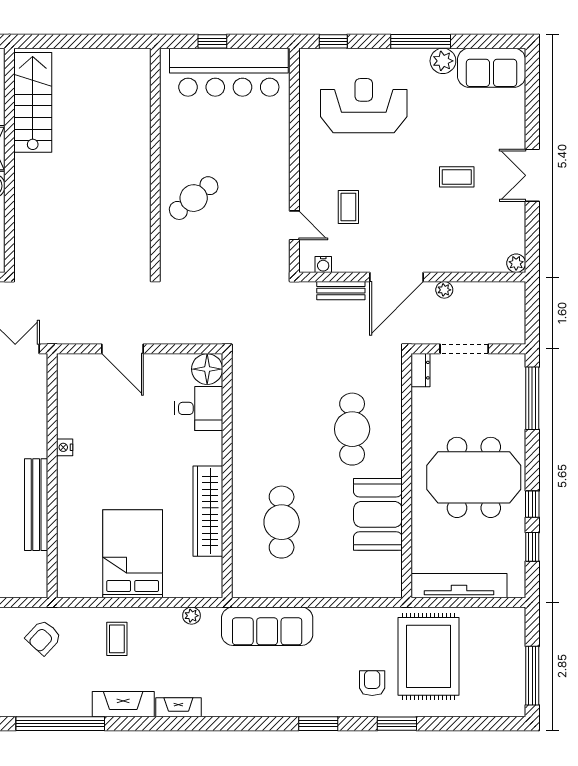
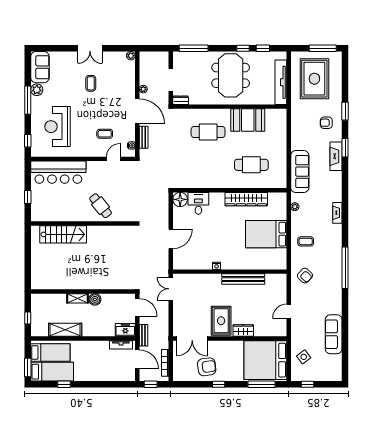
bar counter: (229, 72) -> (58, 172), moved, turned 90
stairs: (33, 102) -> (63, 234), moved, turned 180
rug: (429, 656) -> (314, 79), moved, turned 90
fireplace: (123, 704) -> (336, 156), moved

